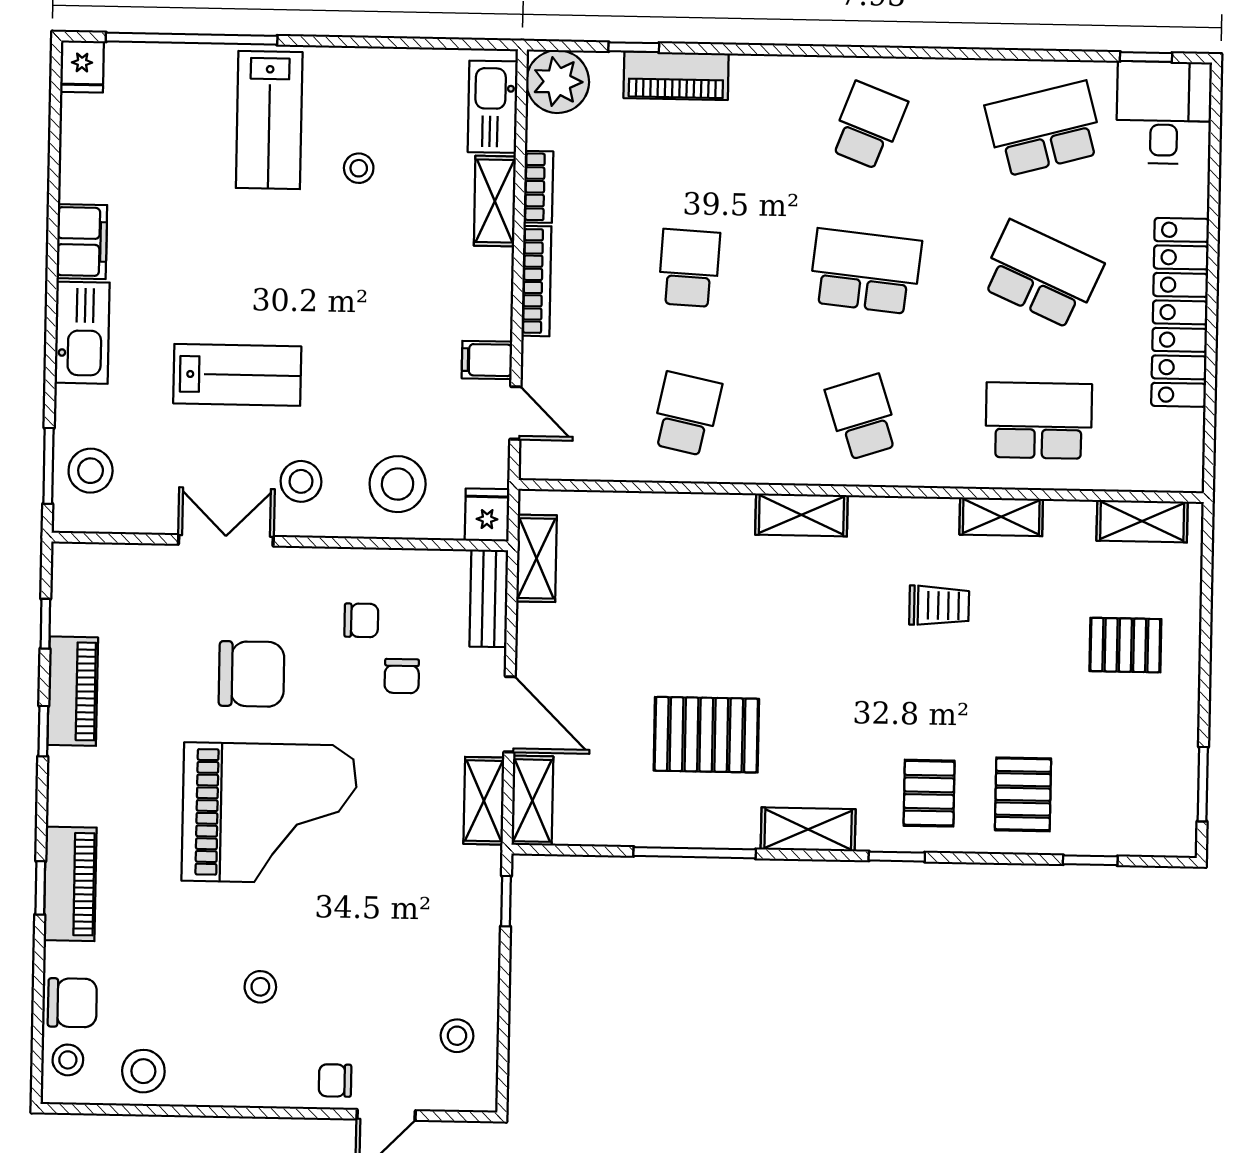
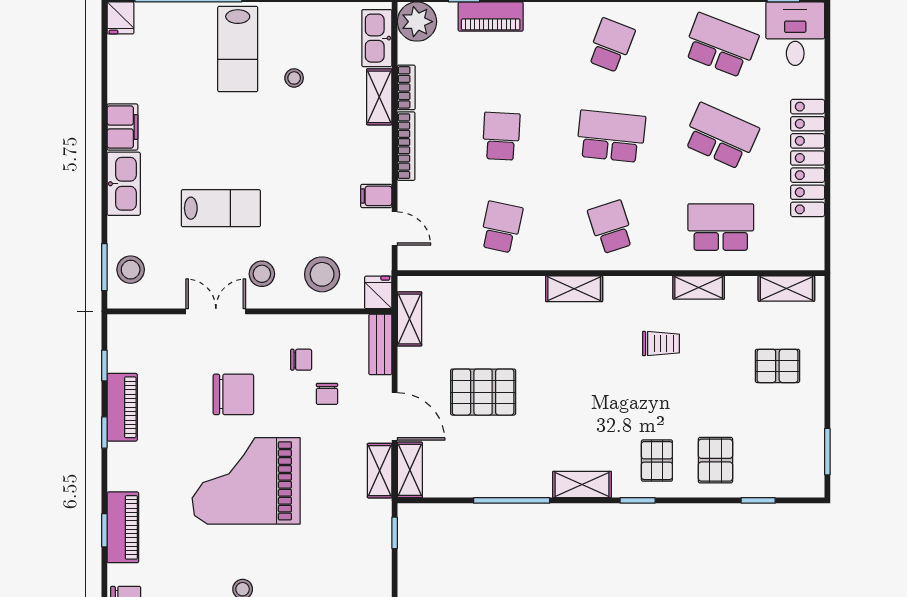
school desk: (1044, 129) -> (721, 45), turned 36
pallet: (706, 735) -> (483, 392), moved
grand piano: (269, 813) -> (246, 481), turned 180

